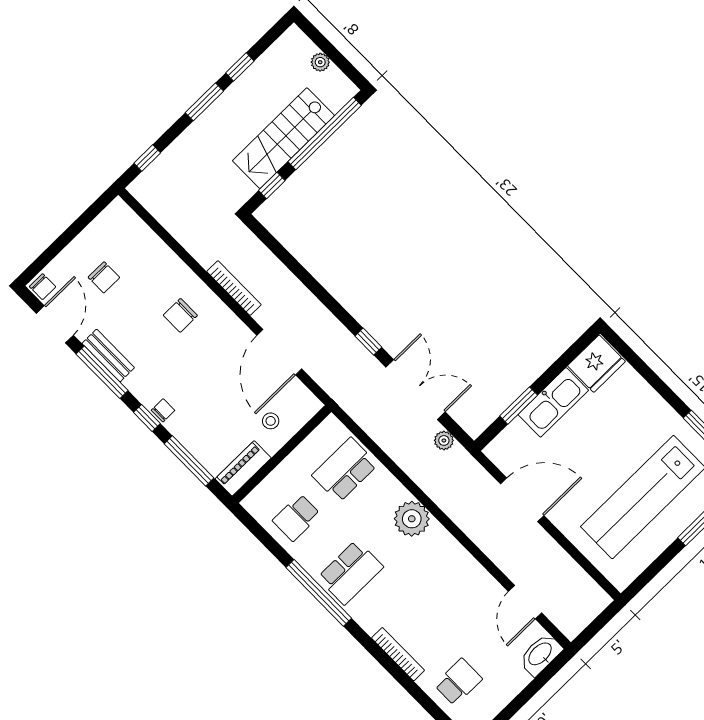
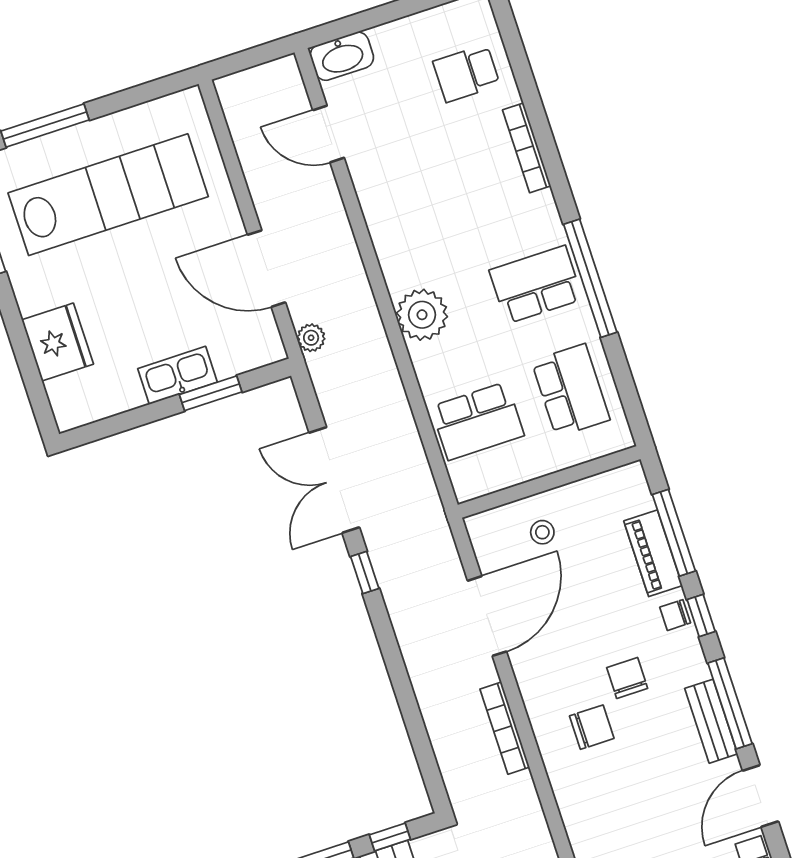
chair: (104, 277) -> (627, 678), moved
fridge: (596, 364) -> (57, 342), moved, turned 90
kitchen sink: (553, 402) -> (177, 375), width x0.73, depth x0.81
plant: (444, 440) -> (311, 338), moved
piano: (243, 468) -> (653, 553), moved, turned 90
school desk: (297, 517) -> (571, 390), width x1.85
door: (525, 602) -> (329, 134), swing flipped

